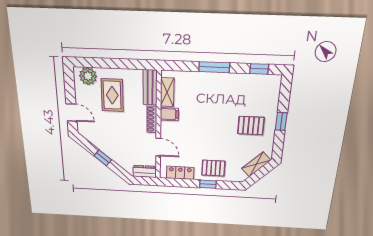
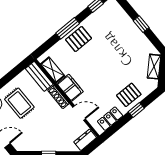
filing cabinet: (169, 114) -> (70, 88), width x2.00
pallet: (251, 126) -> (79, 39), moved

